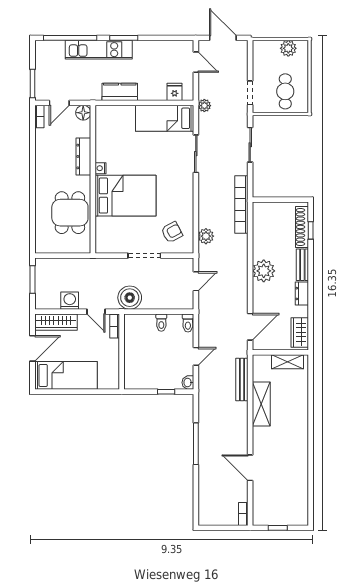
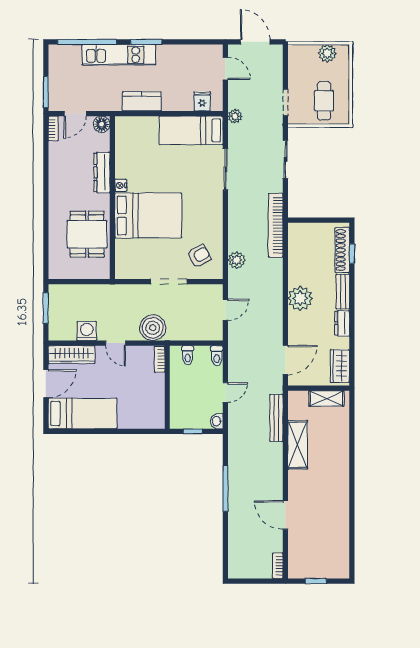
bookcase: (115, 326) -> (160, 359), moved
wall: (122, 352) -> (167, 387), moved

